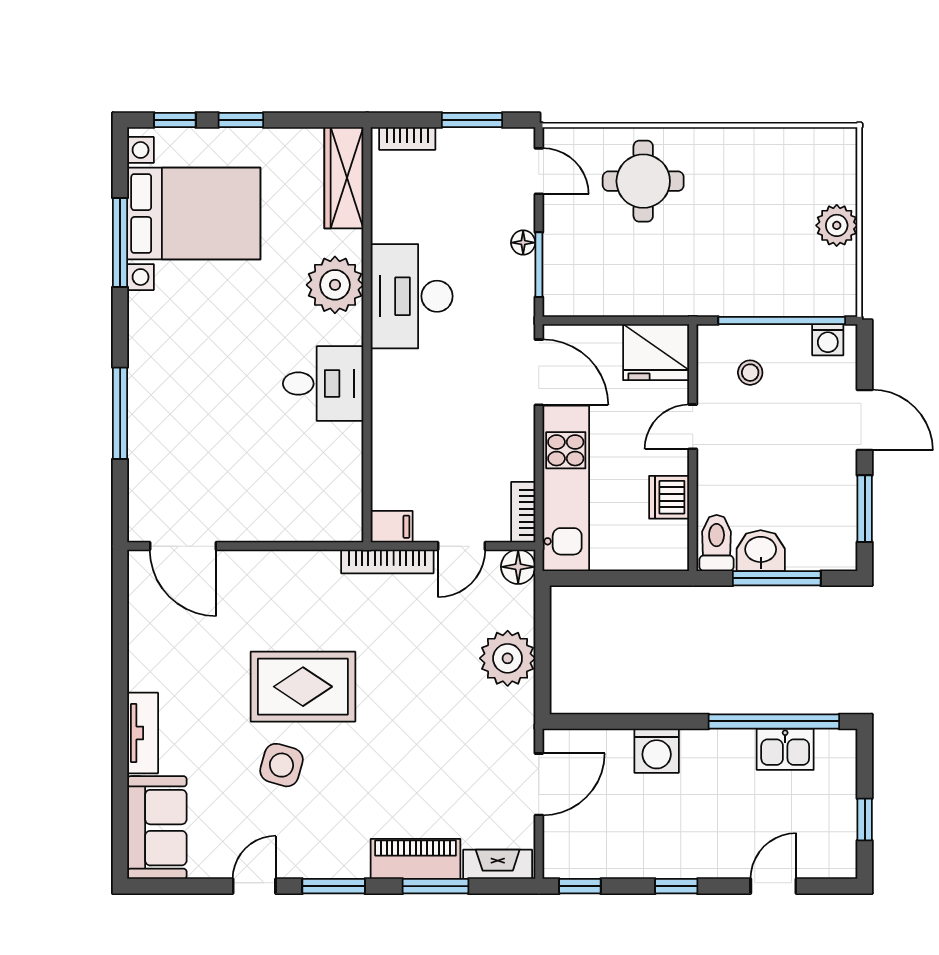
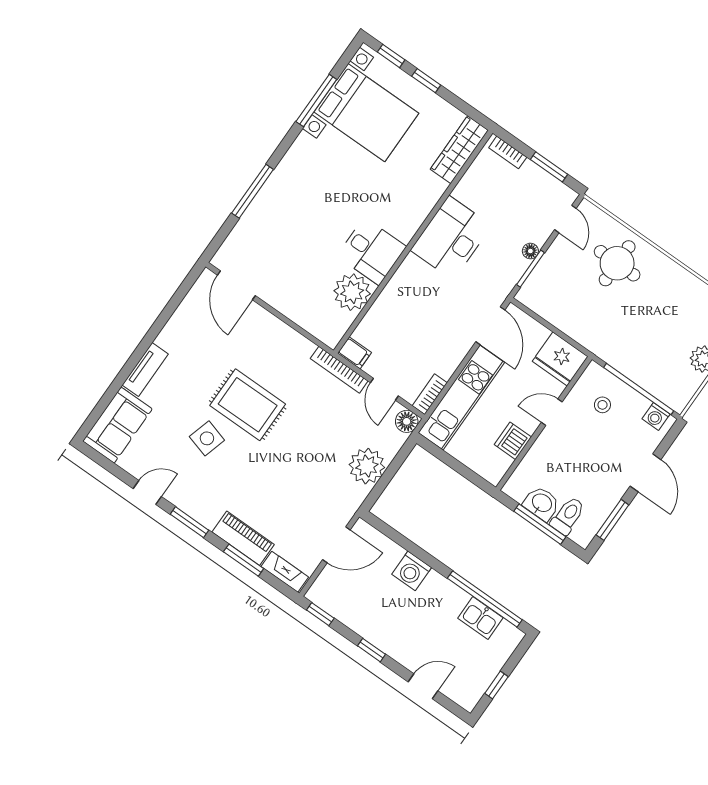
plant: (335, 285) -> (352, 292), moved
toilet: (717, 543) -> (568, 516), moved
door: (462, 546) -> (384, 389), hinge flipped

